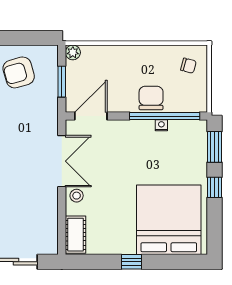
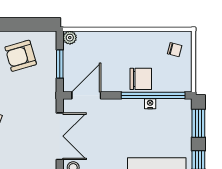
chair: (151, 98) -> (141, 79), turned 90

